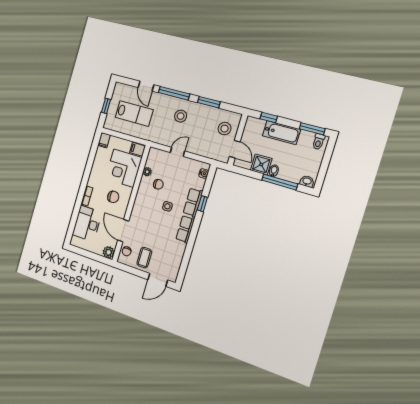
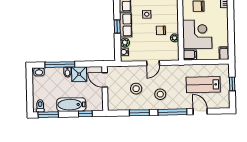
stool: (225, 129) -> (136, 89), moved
plant: (200, 184) -> (125, 43), added

